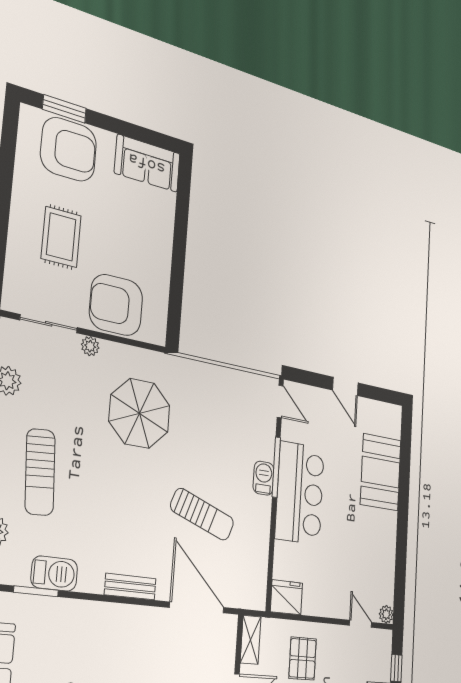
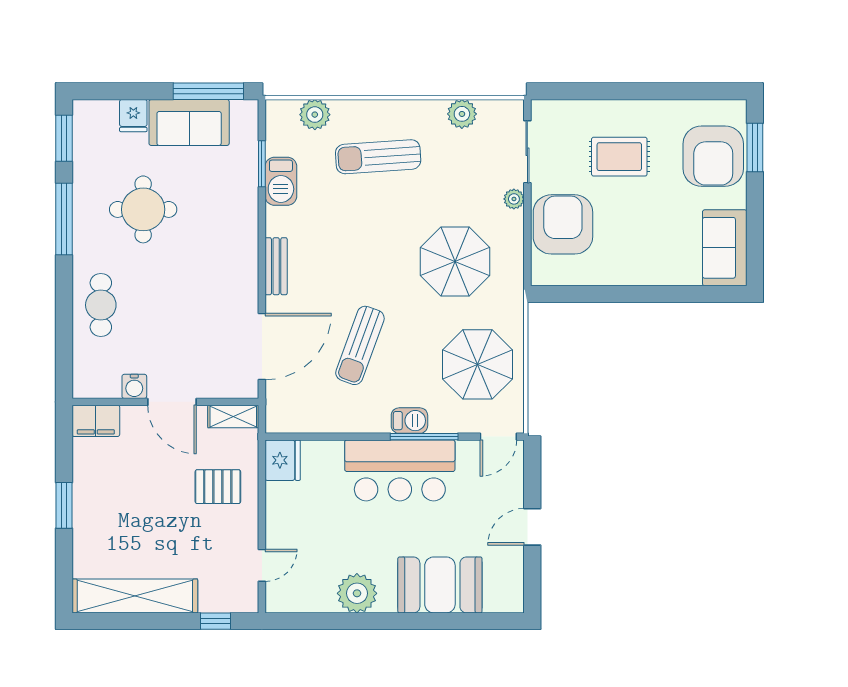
parasol: (225, 409) -> (478, 364), added
plant: (386, 614) -> (357, 593), moved, width x1.88, depth x1.88

